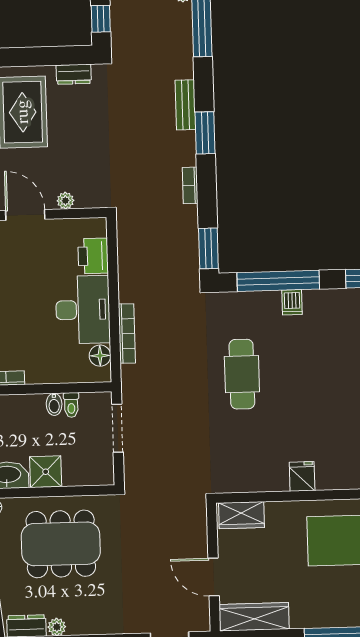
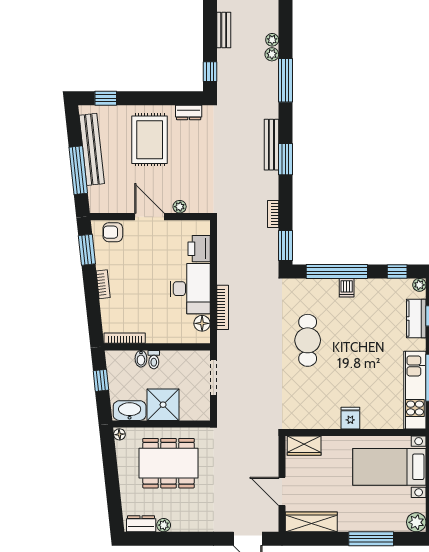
bench: (185, 105) -> (271, 145), width x1.36
bookcase: (190, 185) -> (273, 214), moved
bidet: (54, 404) -> (141, 359), moved
toilet: (71, 405) -> (154, 360), moved
shower: (46, 472) -> (163, 405), width x1.36, depth x1.36

